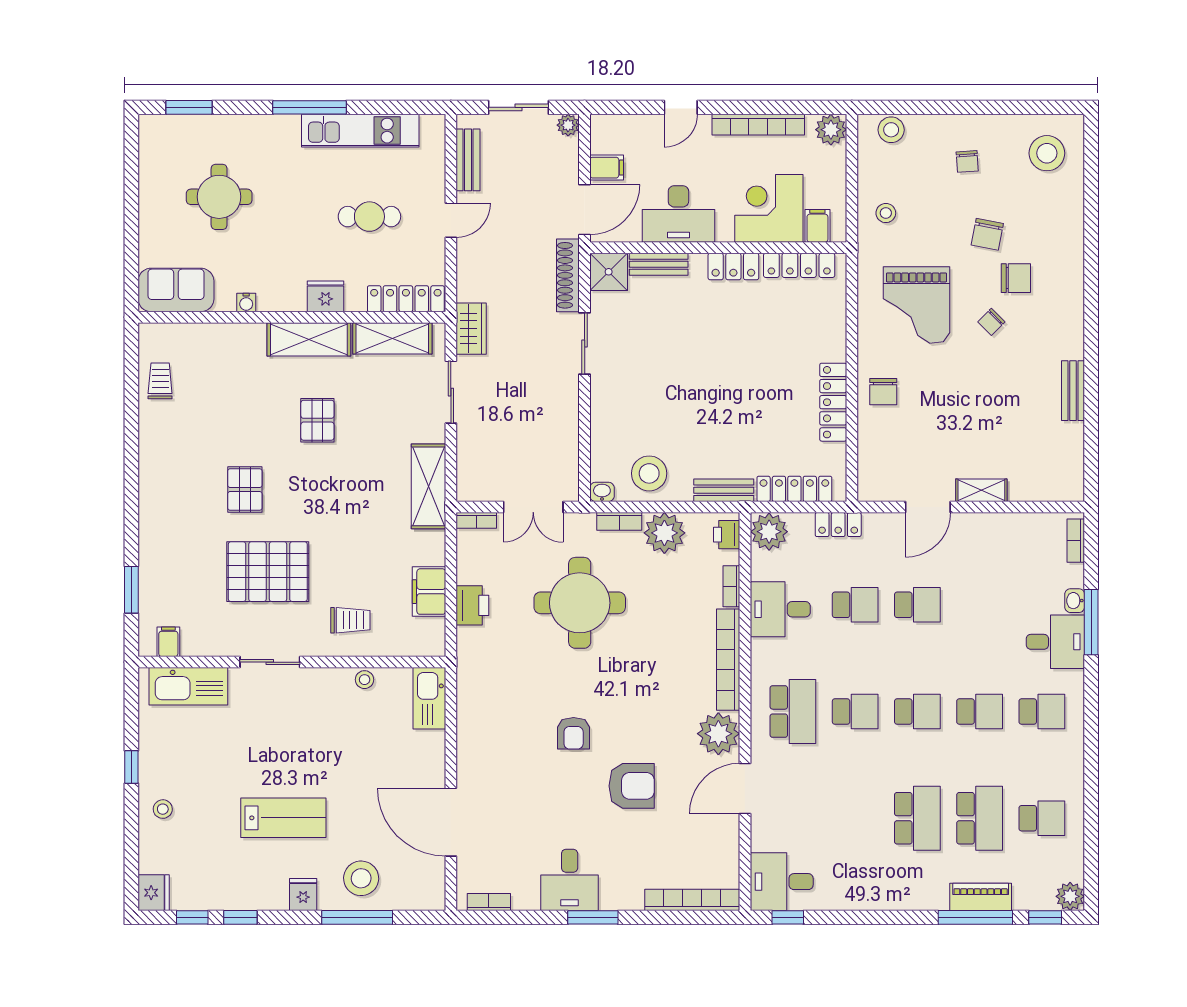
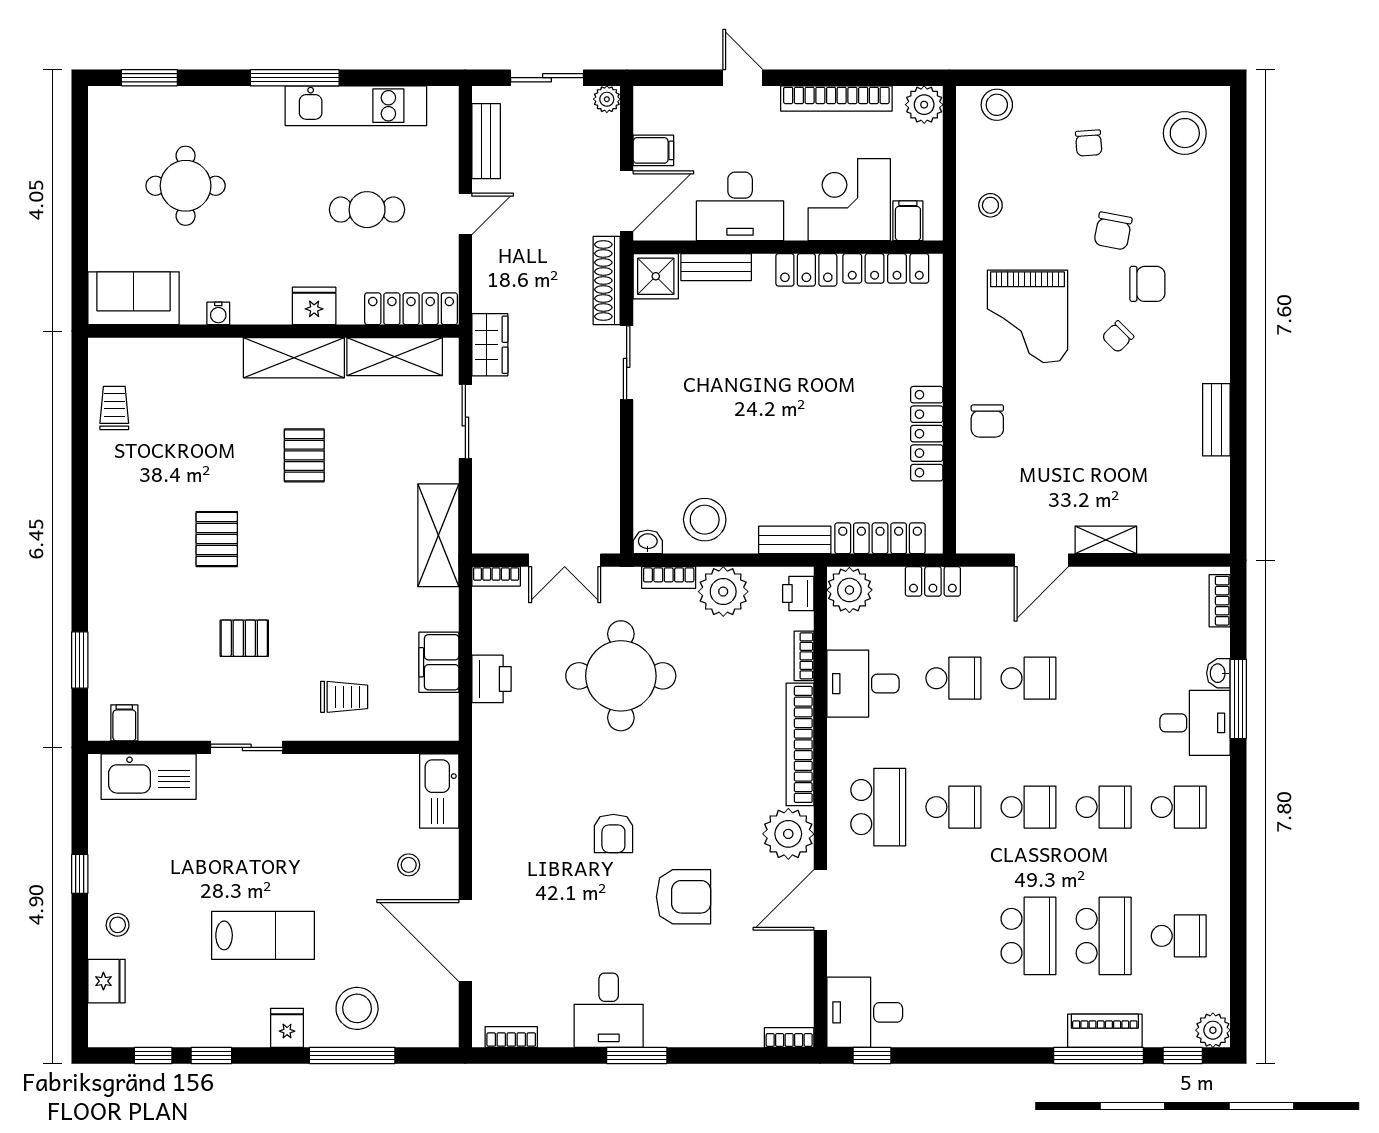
door: (681, 107) -> (743, 78), swing flipped
pallet: (268, 572) -> (244, 638), width x0.49, depth x0.50
stool: (365, 680) -> (409, 865), moved
fridge: (154, 893) -> (106, 981), moved
bookcase: (692, 900) -> (789, 1038), width x0.43, depth x0.76

